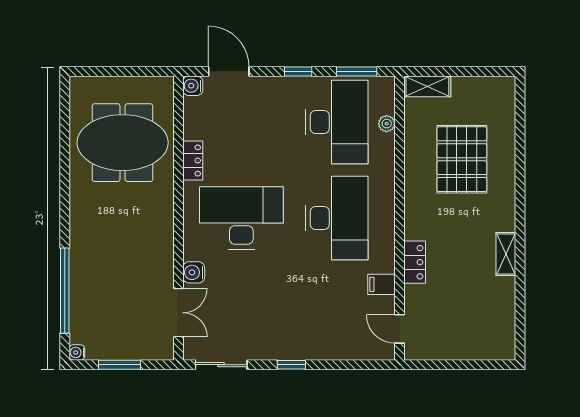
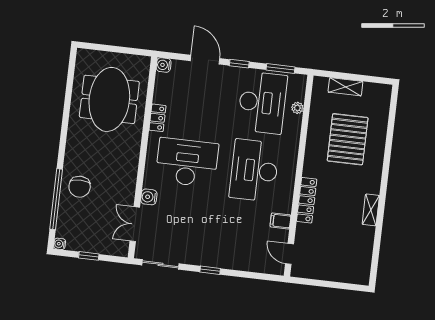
door: (229, 71) -> (205, 60), moved
shelving: (427, 86) -> (345, 87), moved
meeting table: (123, 143) -> (109, 99), turned 90
desk: (337, 218) -> (254, 170), turned 180
locker: (415, 262) -> (307, 200), width x1.53
chair: (95, 269) -> (80, 187), added
double door: (178, 313) -> (135, 224), swing flipped
window: (120, 365) -> (89, 256), width x0.67

